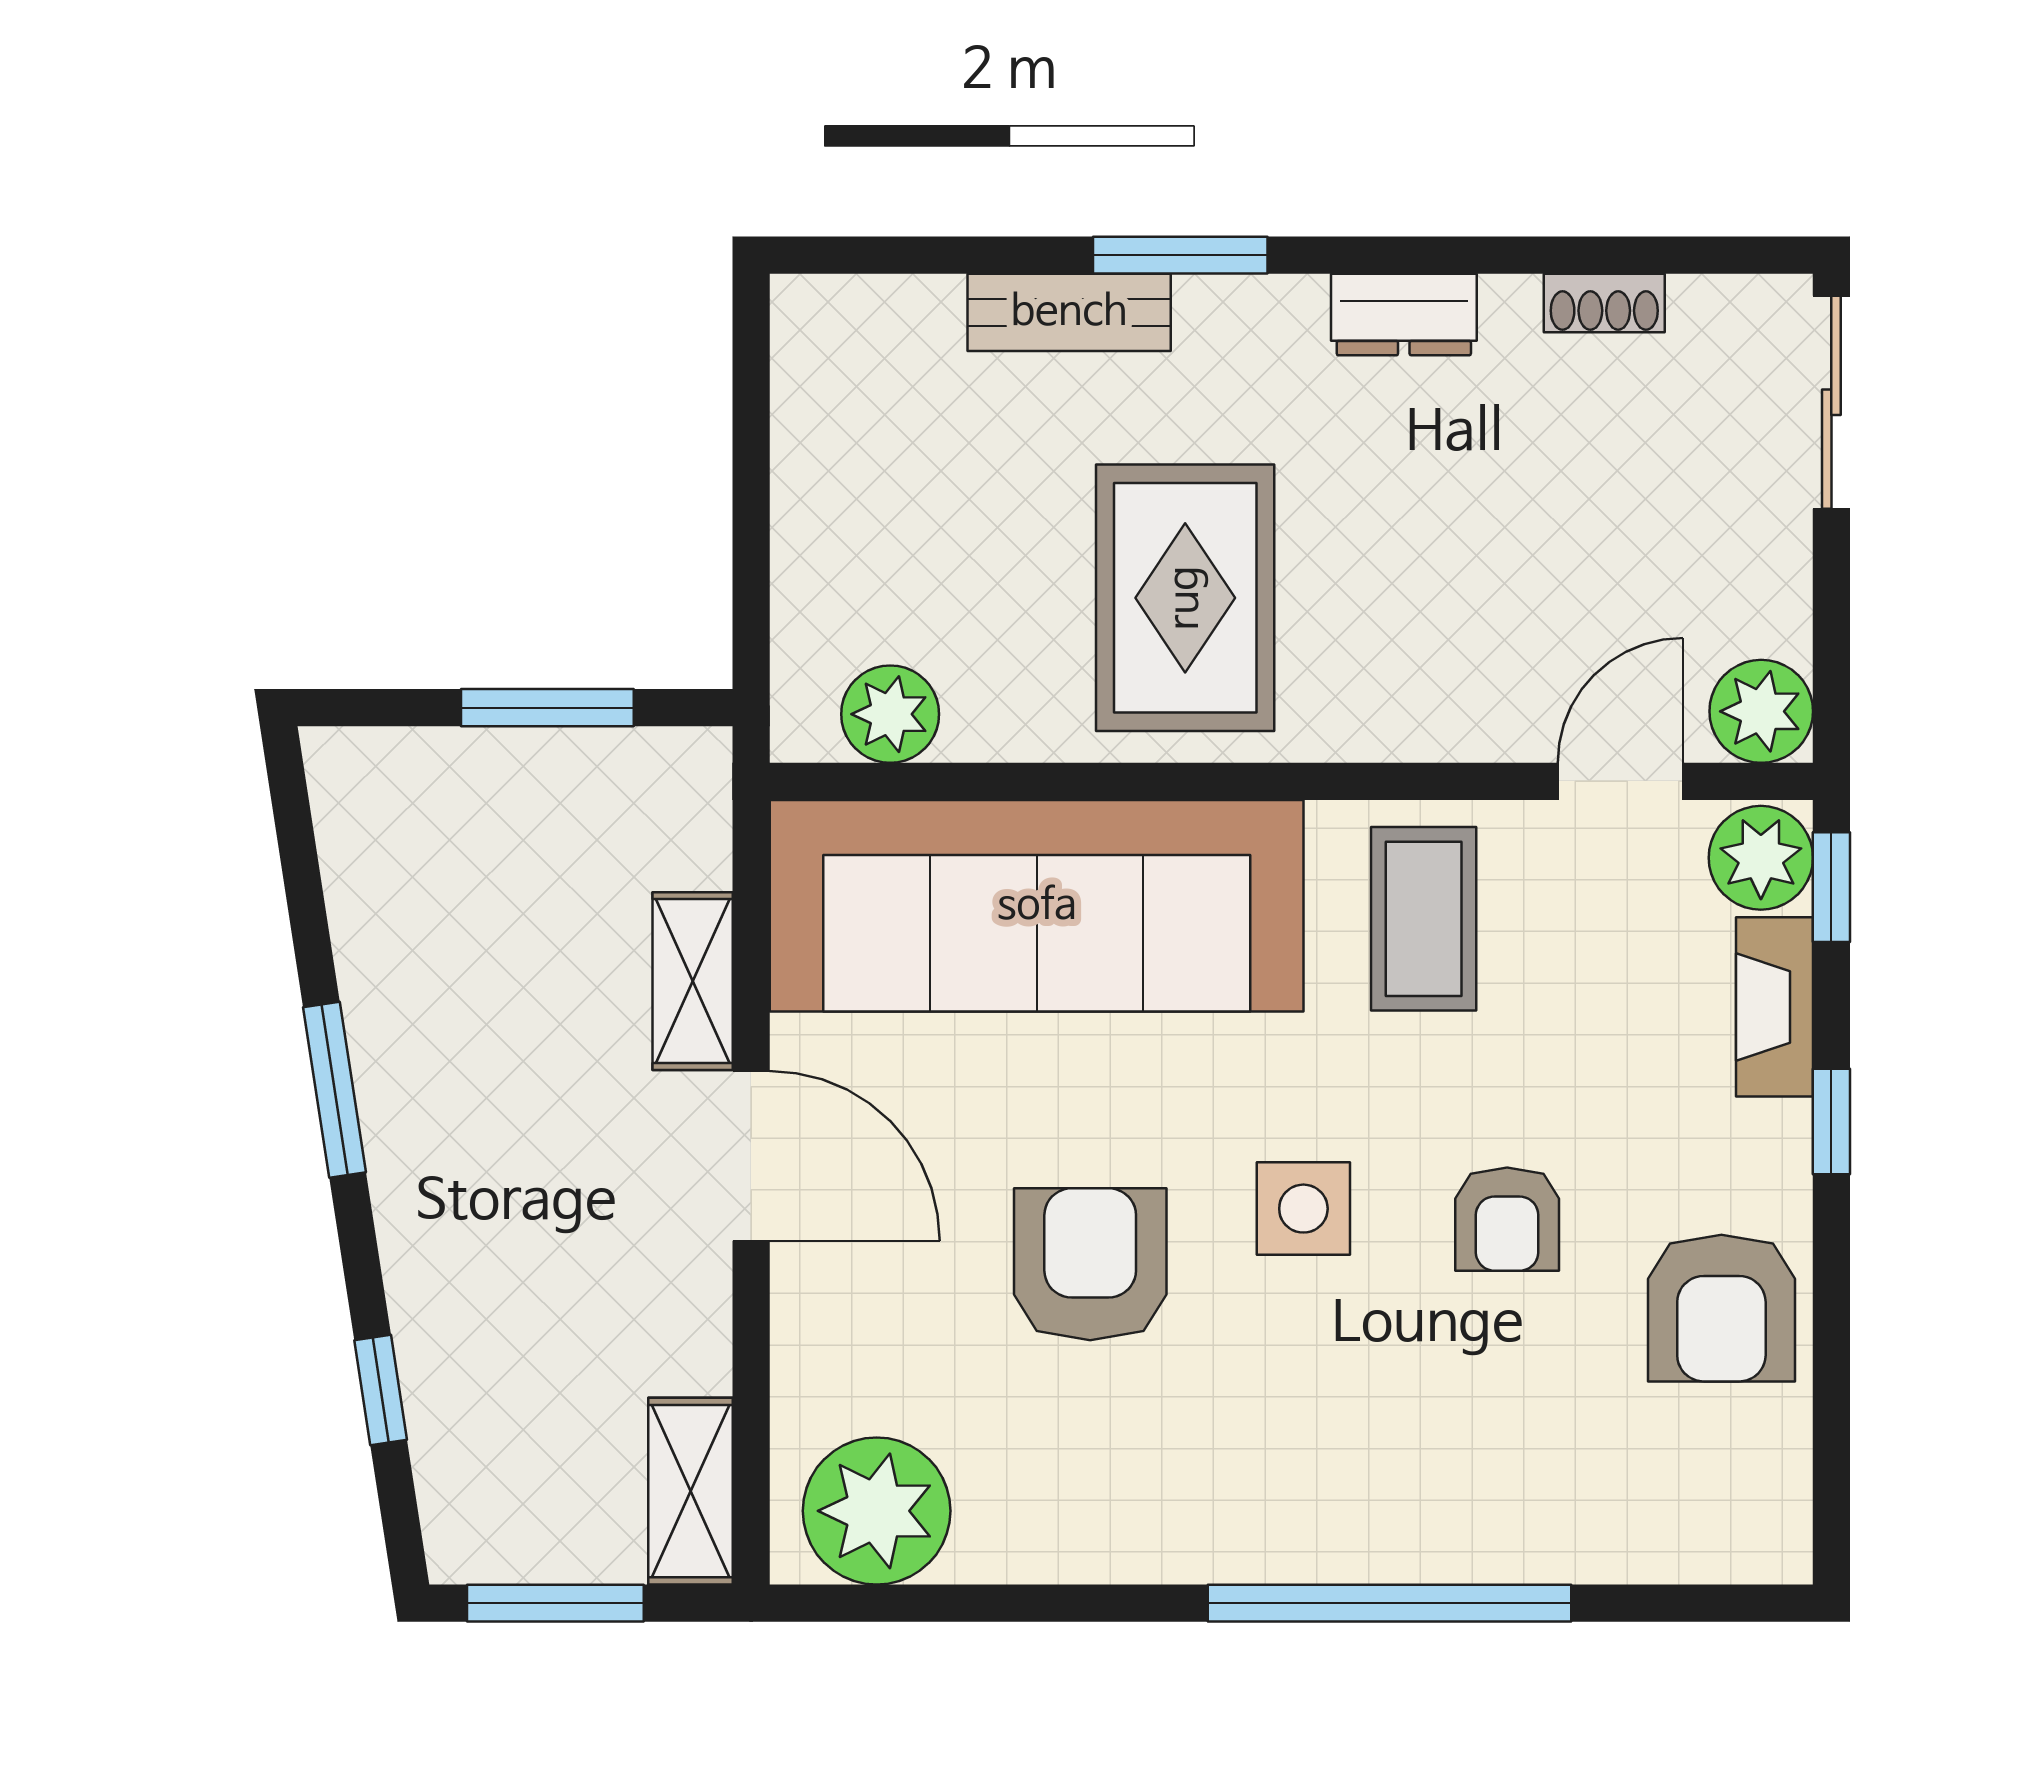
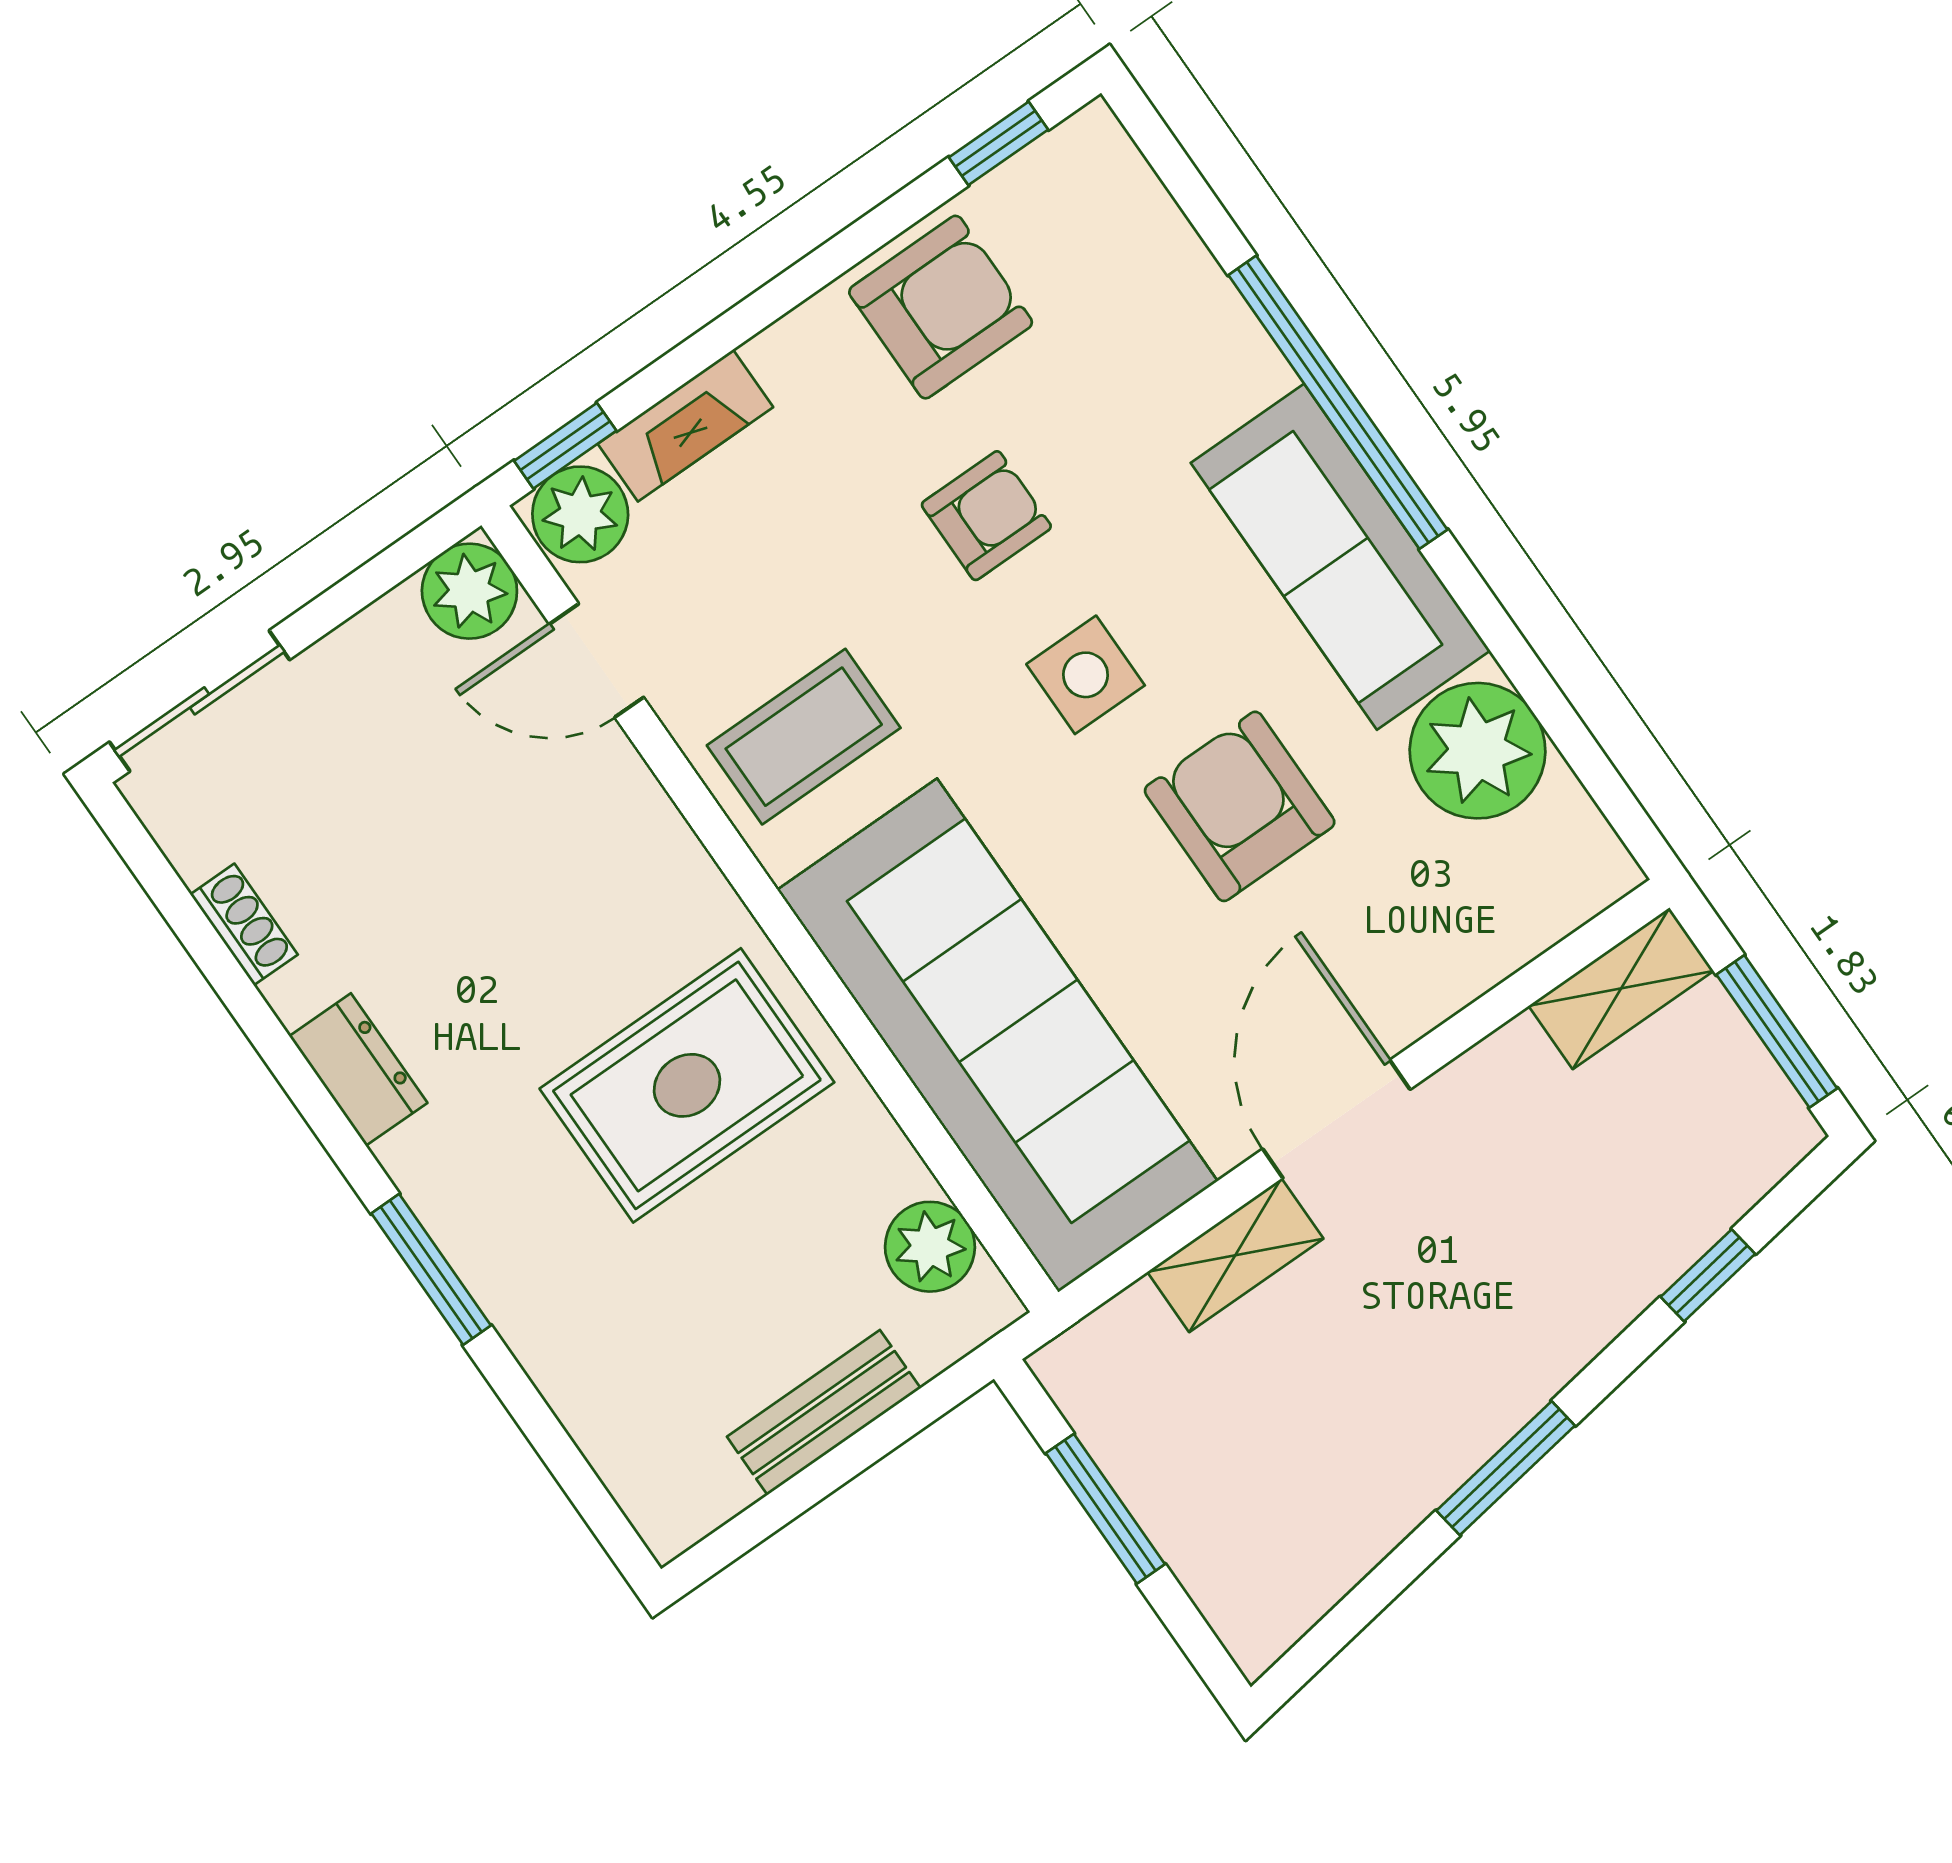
bench: (1069, 312) -> (824, 1413), moved, turned 90
window: (1831, 1121) -> (999, 143), moved
armchair: (1090, 1264) -> (1240, 806), turned 90
sofa: (1250, 1509) -> (1340, 557), added
plant: (877, 1511) -> (1478, 751), moved

